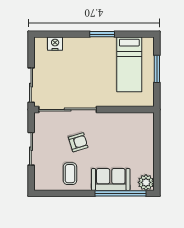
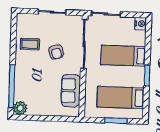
nightstand: (55, 44) -> (141, 24), moved
bed: (80, 63) -> (123, 56), added
sofa: (111, 179) -> (71, 91), moved, turned 180

